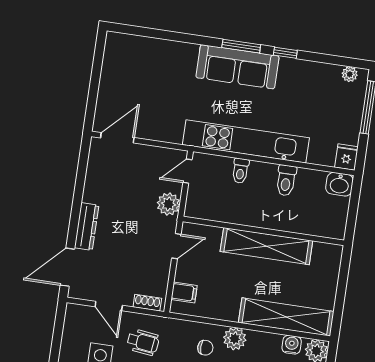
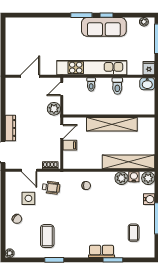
sofa: (237, 67) -> (104, 27), moved
door: (117, 138) -> (30, 76), moved
filing cabinet: (184, 292) -> (70, 145), moved
plant: (235, 339) -> (121, 178), moved

